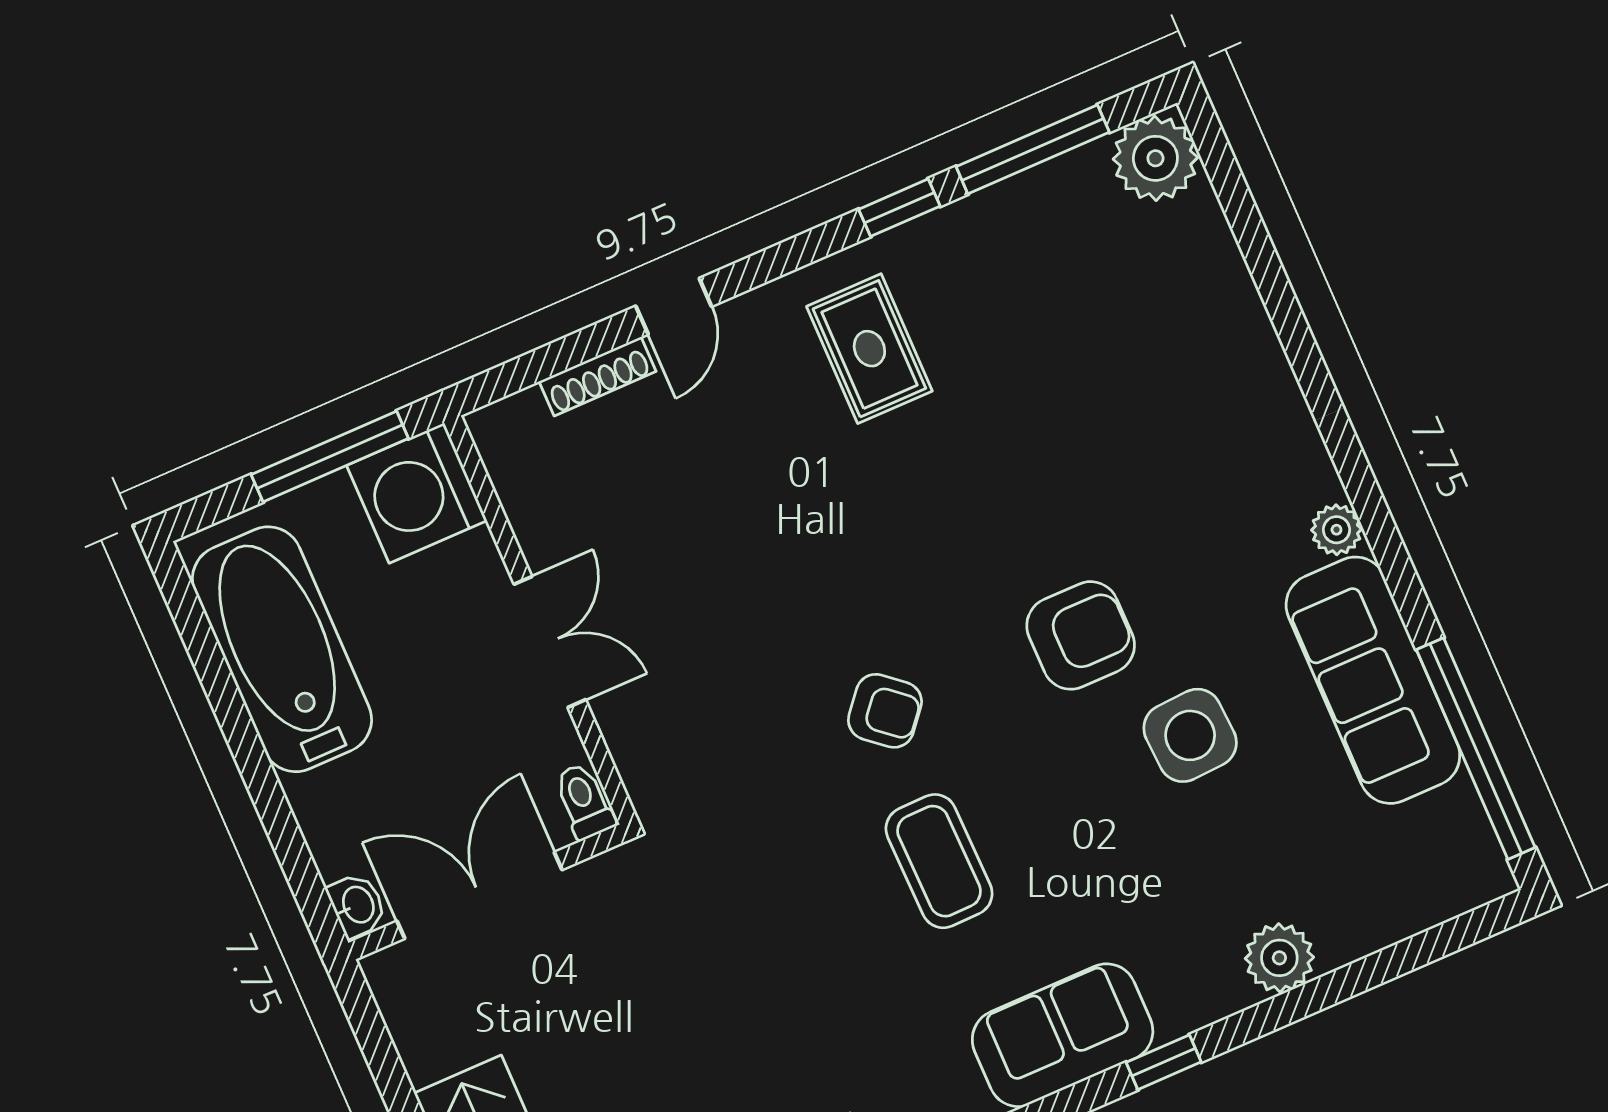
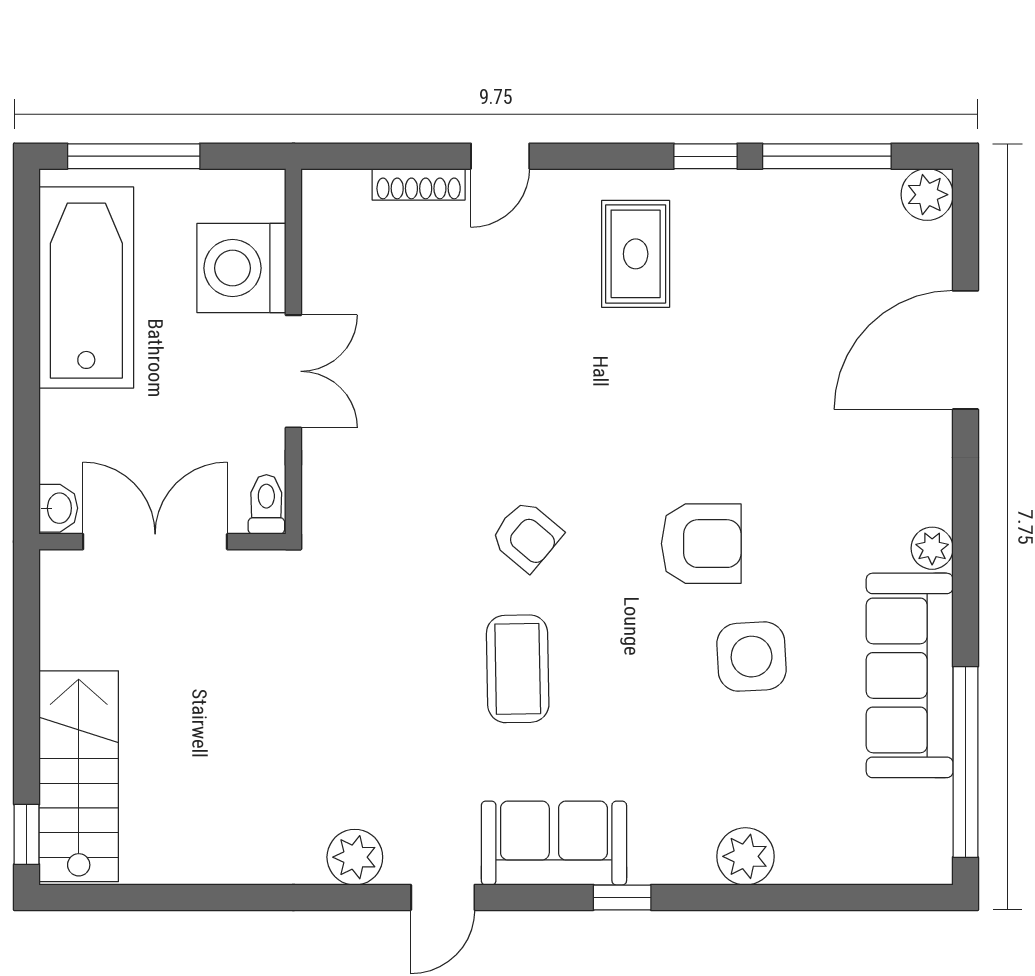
plant: (1155, 158) -> (927, 195), width x0.73, depth x0.73
door: (1278, 296) -> (965, 350), added
window: (330, 457) -> (134, 156), moved
washing machine: (417, 493) -> (241, 268), moved

